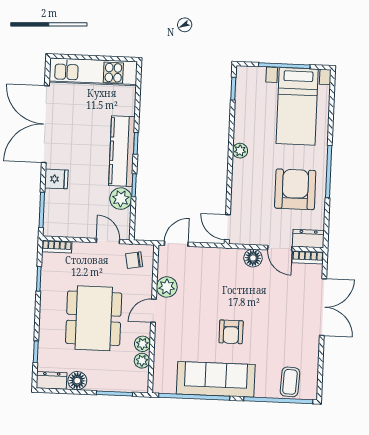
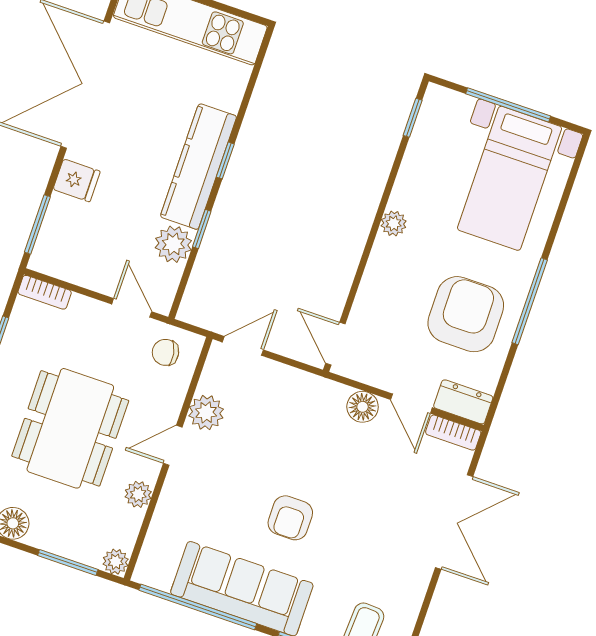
plant: (142, 361) -> (116, 562), moved

